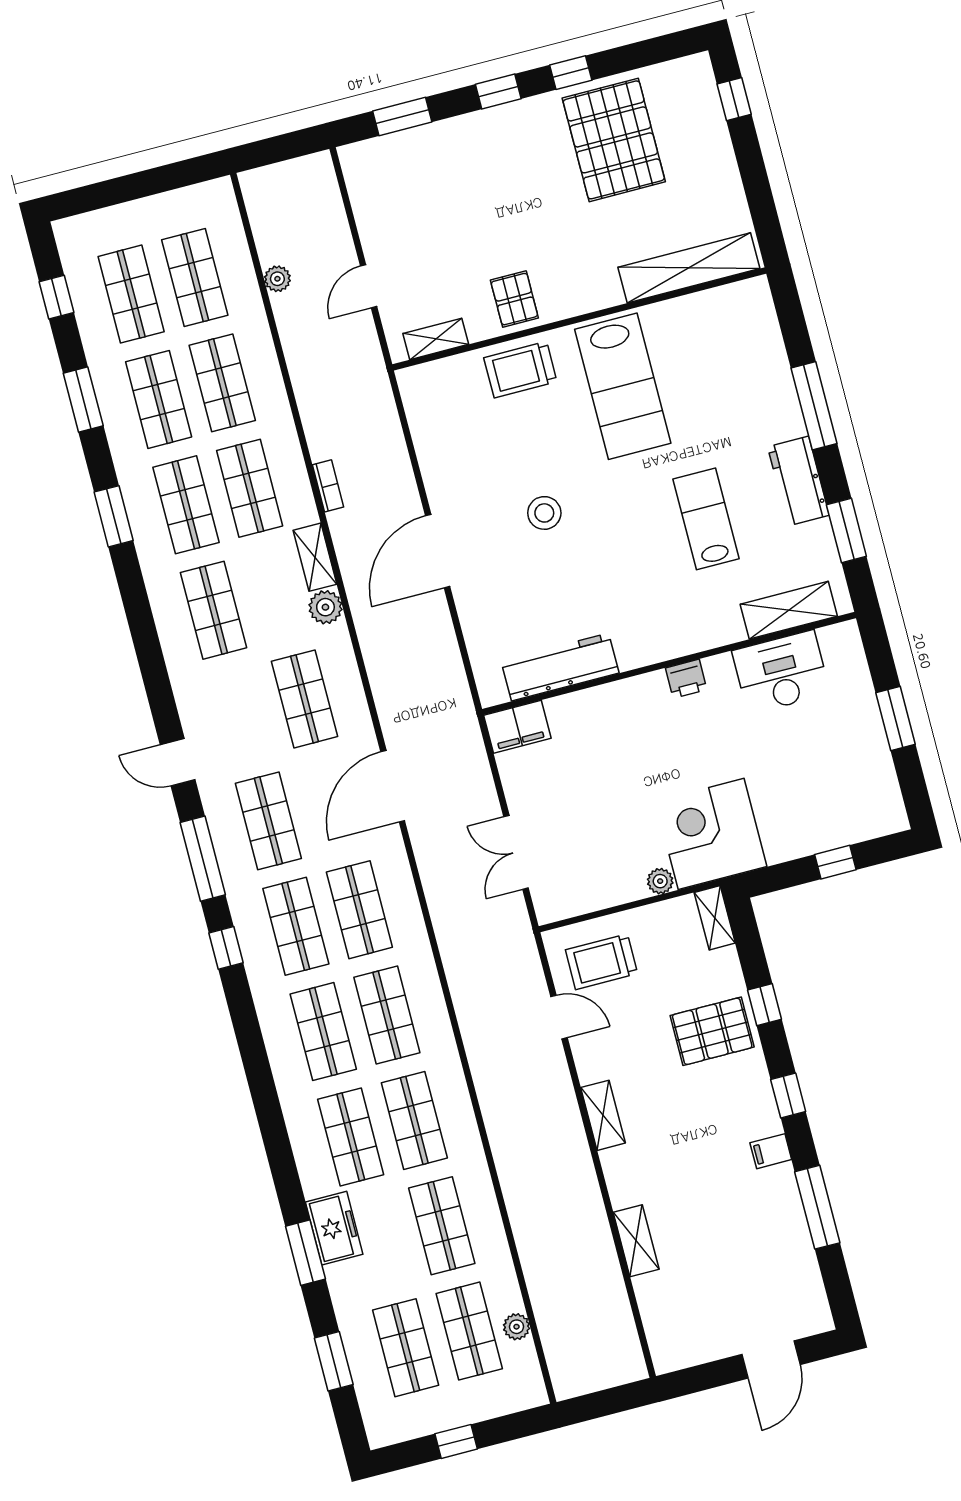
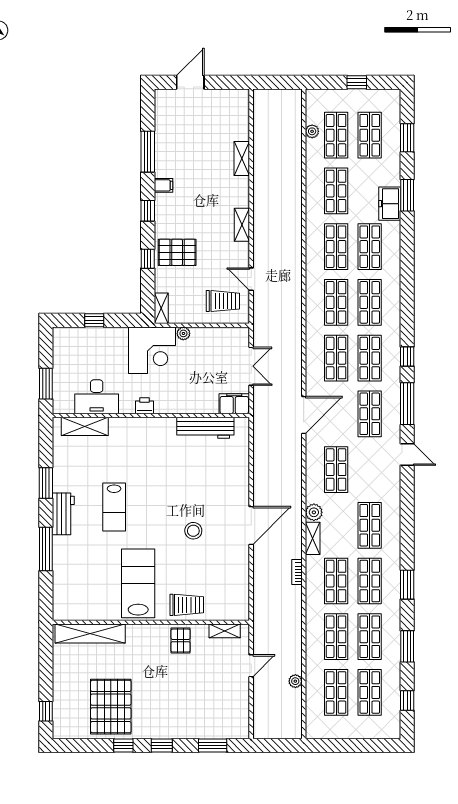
shelving: (789, 610) -> (85, 426), moved
wall: (669, 663) -> (151, 415), moved
workbench: (560, 667) -> (205, 428), moved
desk: (781, 672) -> (97, 397), moved
printer: (686, 679) -> (144, 406), moved
filing cabinet: (517, 727) -> (234, 404), moved

